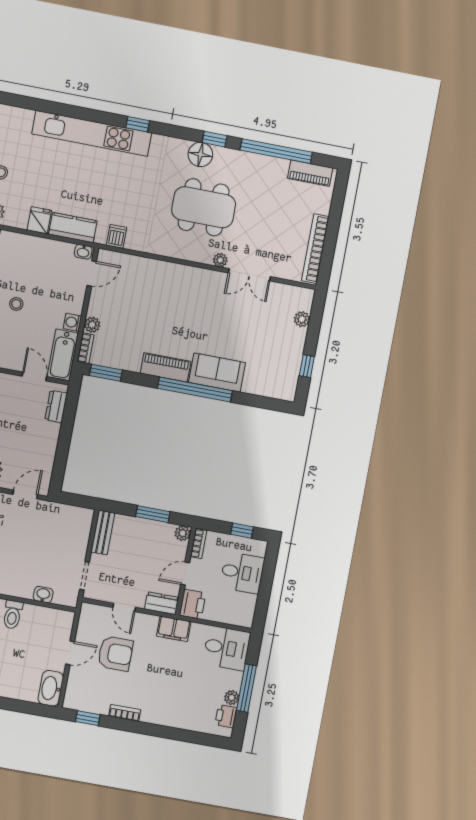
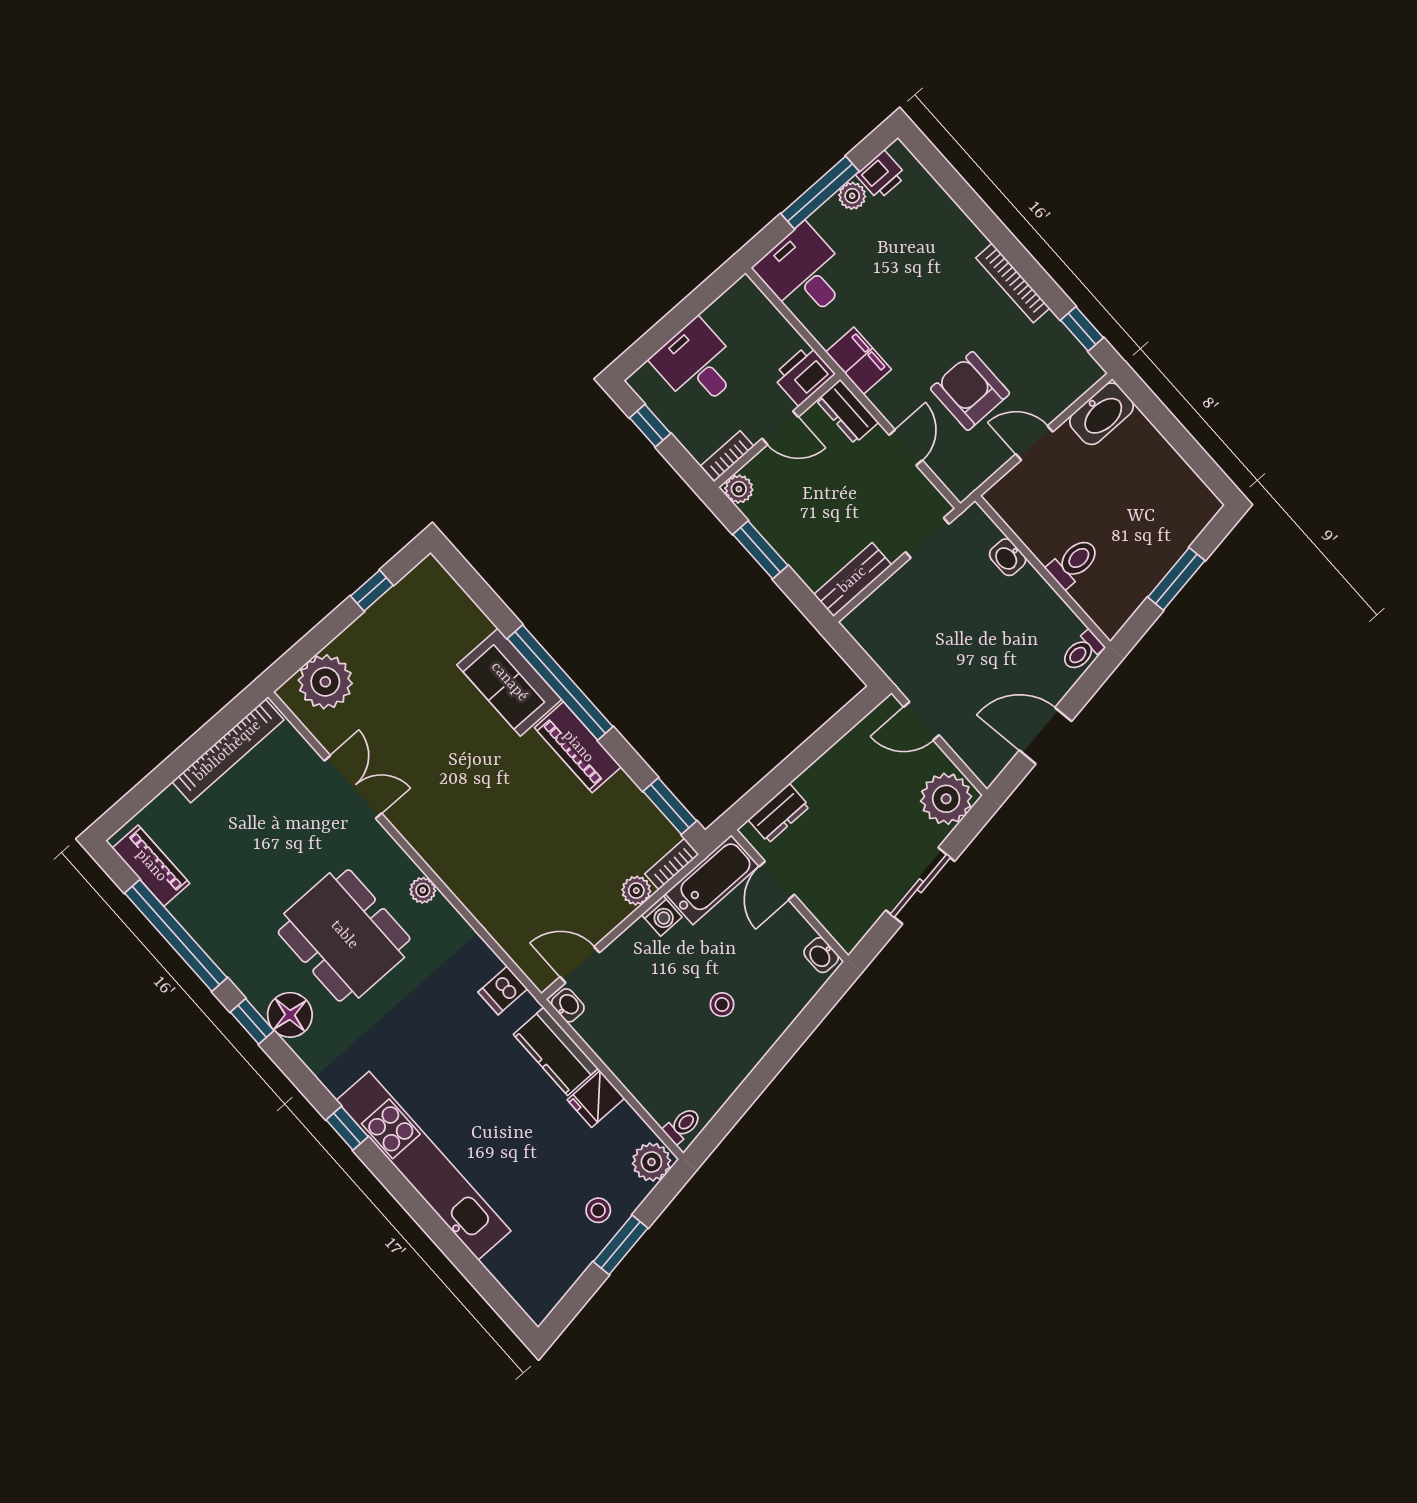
plant: (220, 260) -> (423, 890), moved
plant: (302, 319) -> (325, 682), width x1.87, depth x1.87
bookcase: (125, 713) -> (1013, 283), width x1.56

